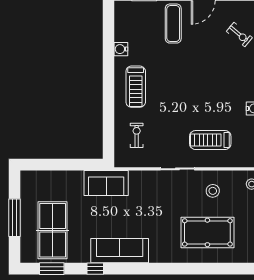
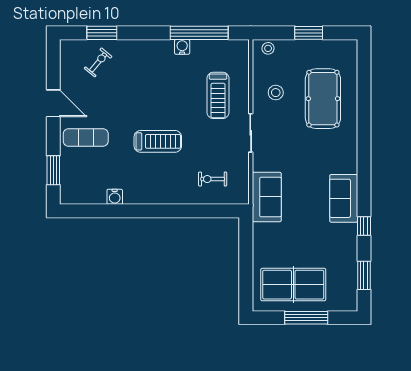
treadmill: (136, 87) -> (158, 141), moved
sofa: (106, 183) -> (267, 197), moved
table tennis table: (53, 230) -> (293, 285), moved
sofa: (120, 251) -> (344, 198), width x0.73

